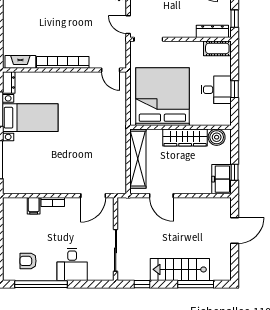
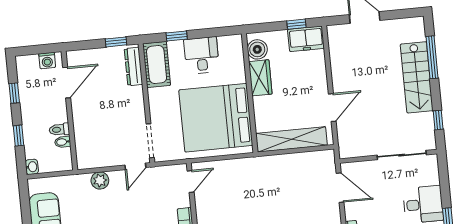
cot: (217, 48) -> (157, 65), width x1.37, depth x1.34
window: (235, 89) -> (177, 36), moved
wardrobe: (185, 137) -> (260, 78), width x0.67

